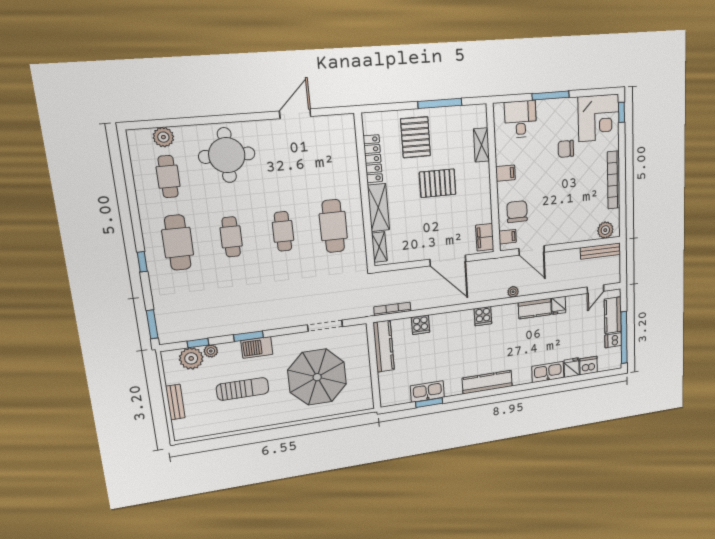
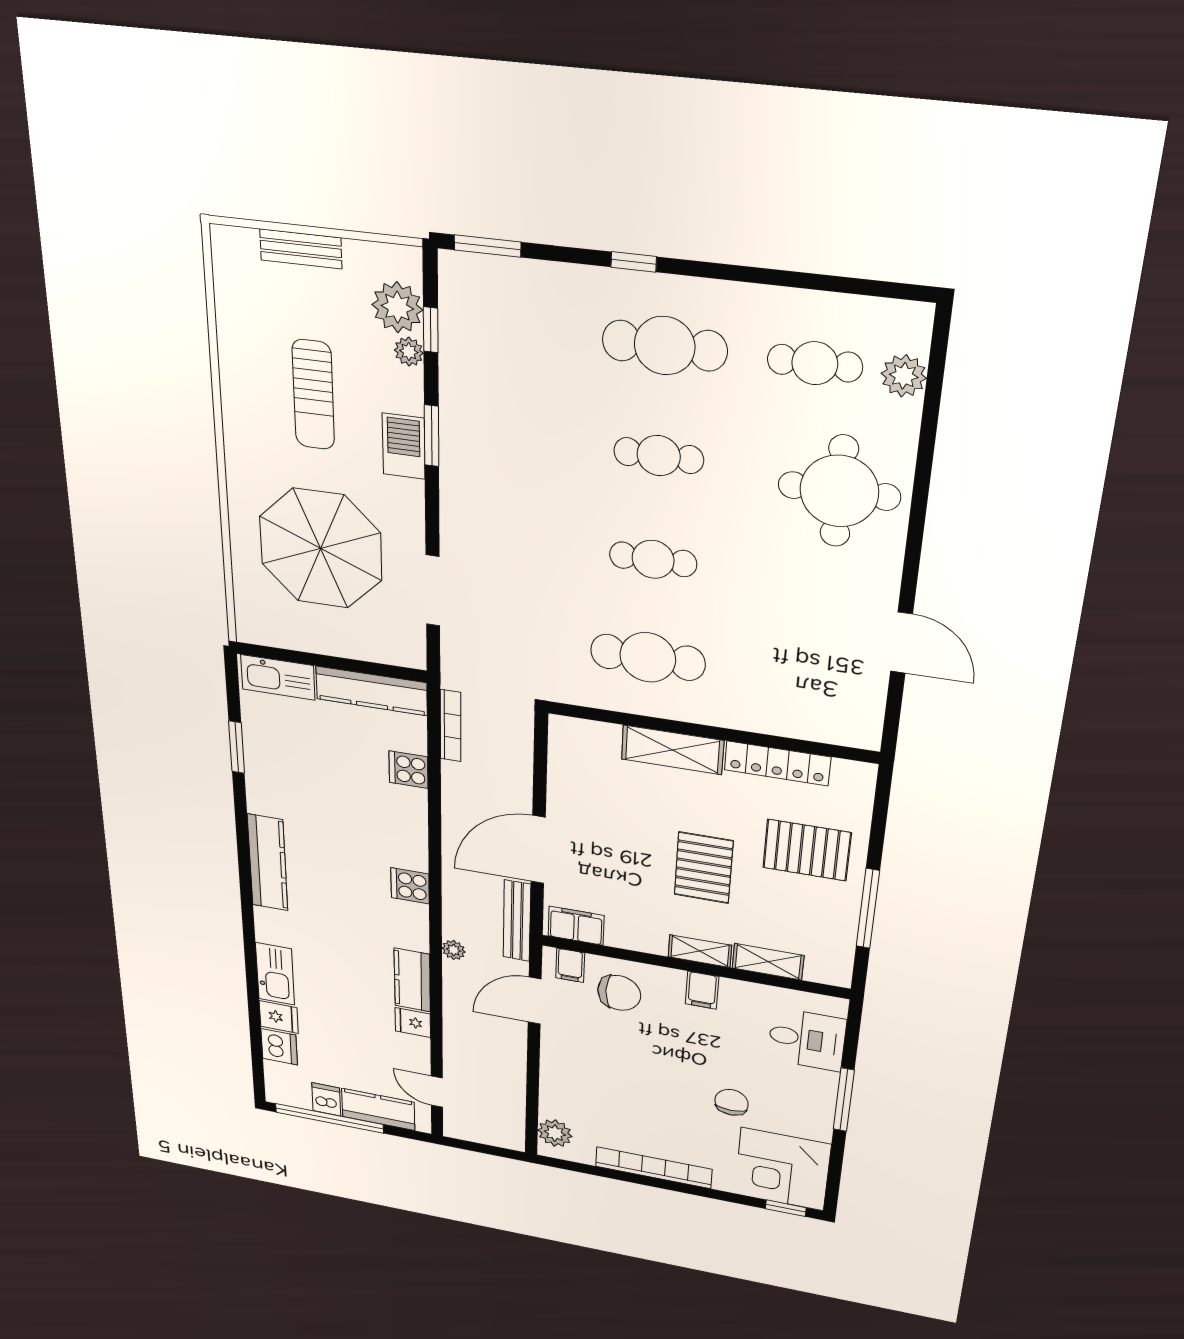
shelving: (379, 247) -> (700, 951), moved
bench: (600, 251) -> (517, 921), moved
kitchen sink: (427, 392) -> (278, 677), moved, turned 90

